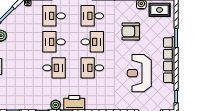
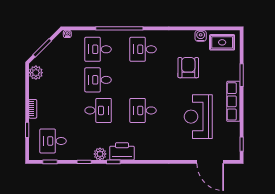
armchair: (131, 31) -> (188, 68), turned 90
desk: (92, 42) -> (53, 141), moved, turned 180
row of seats: (169, 60) -> (233, 101), width x0.73

